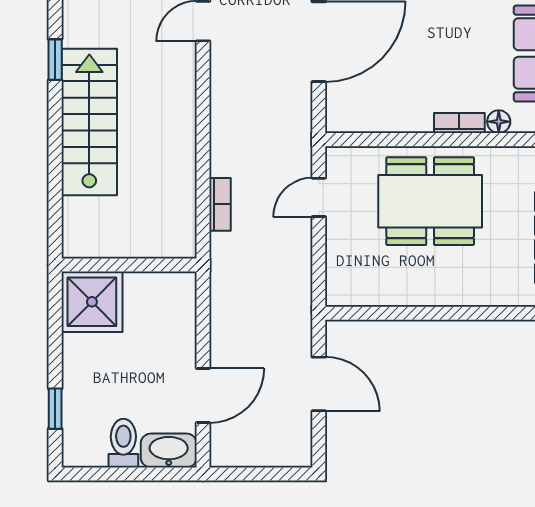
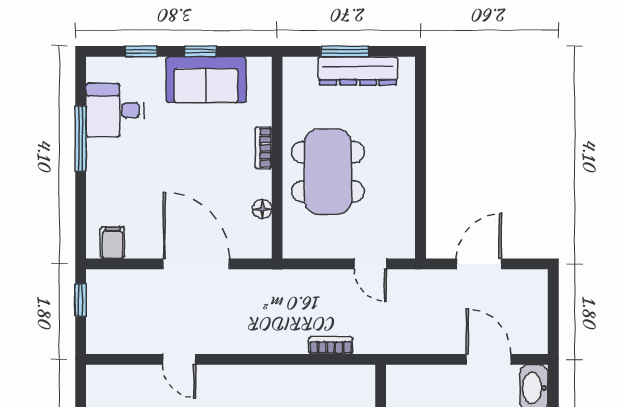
floor lamp: (499, 122) -> (262, 209), moved
door: (319, 197) -> (370, 264), moved

